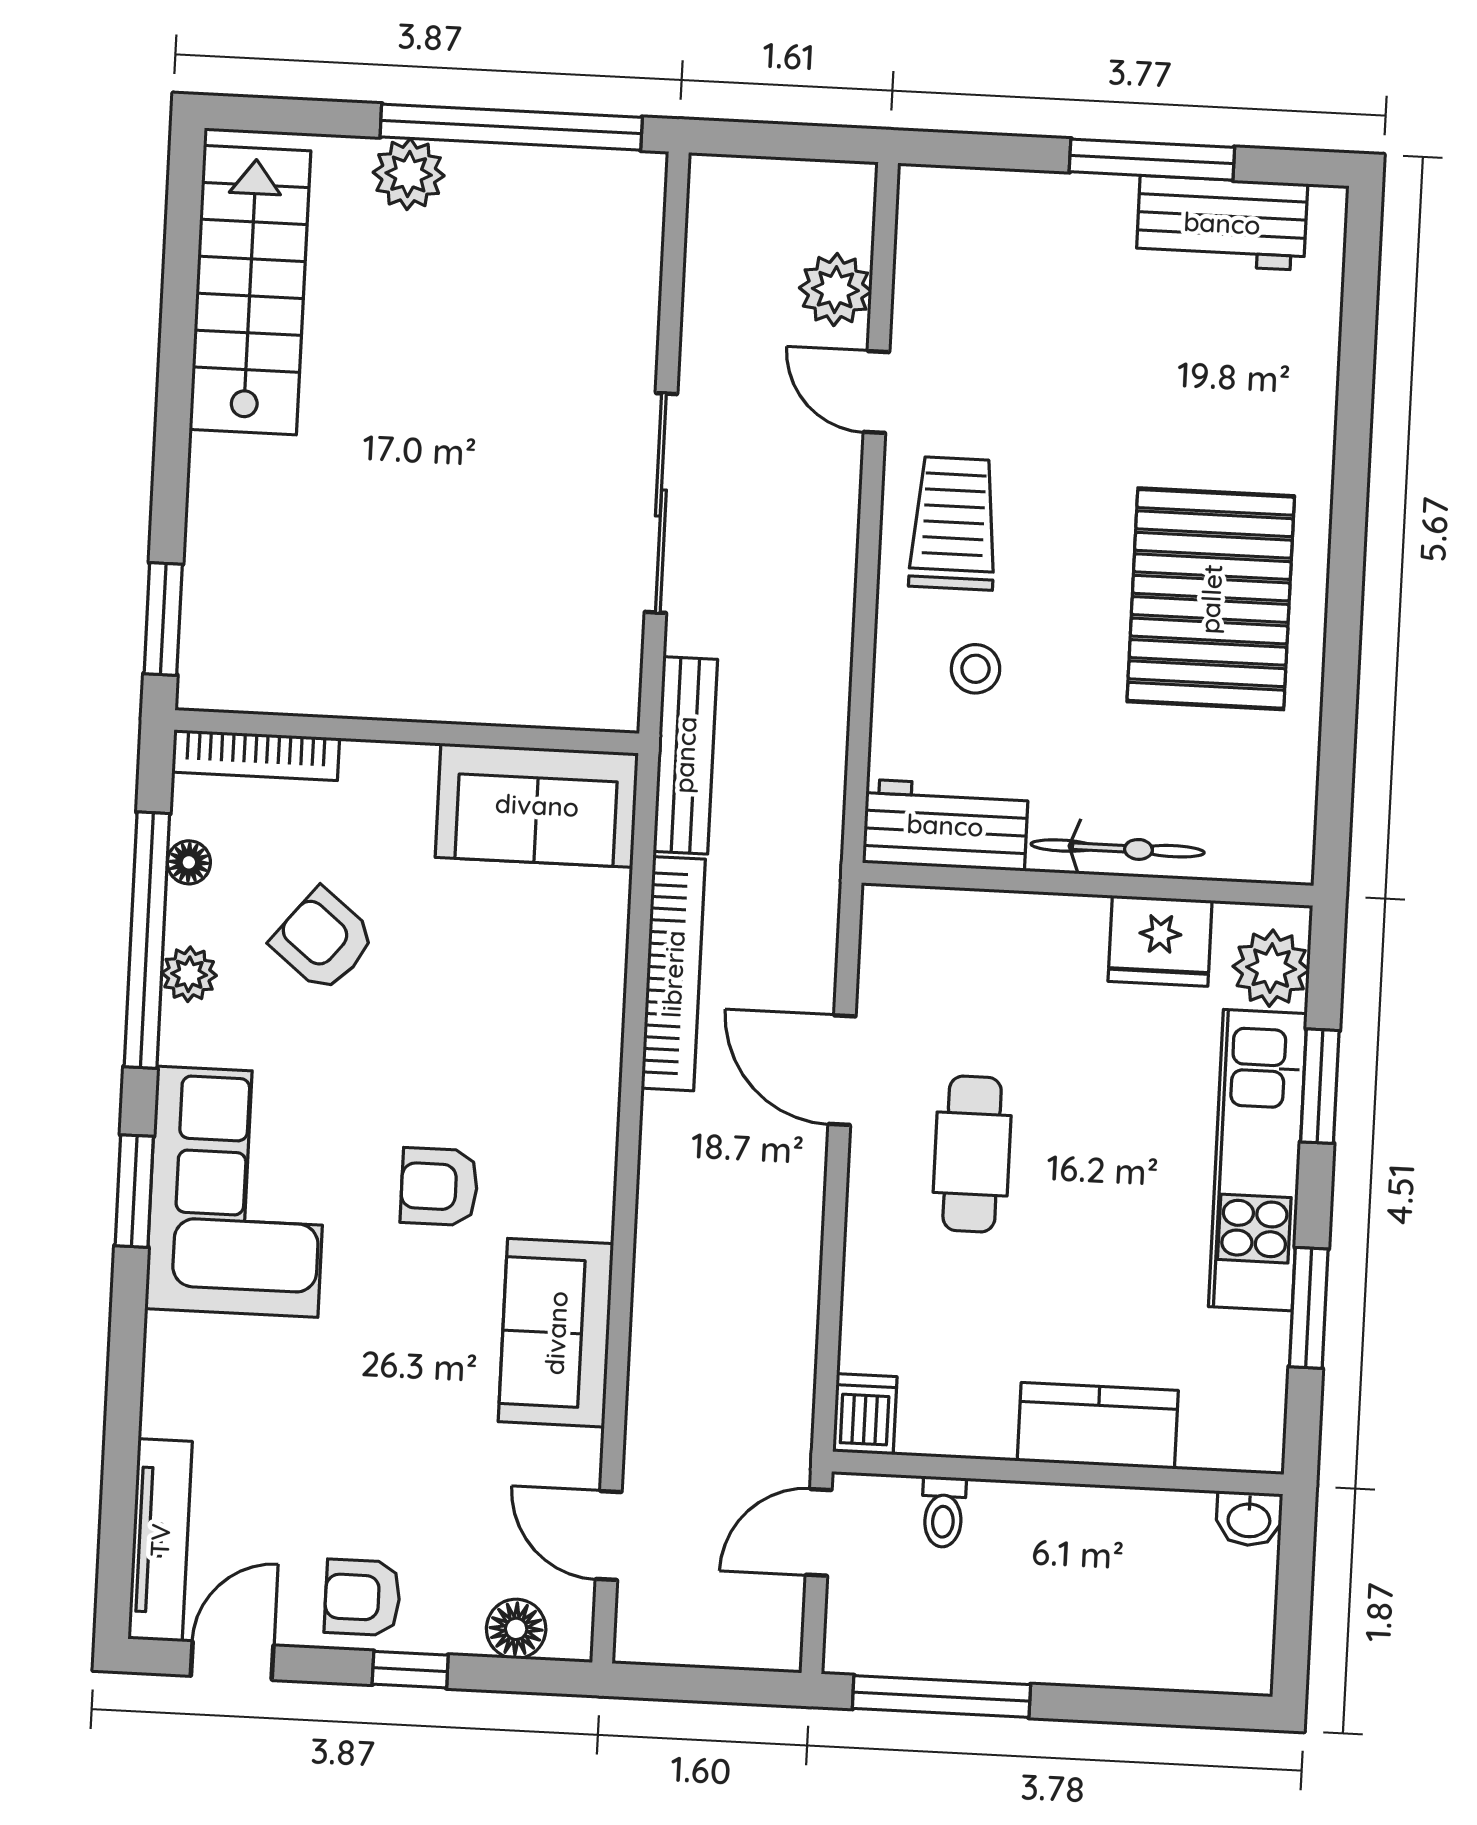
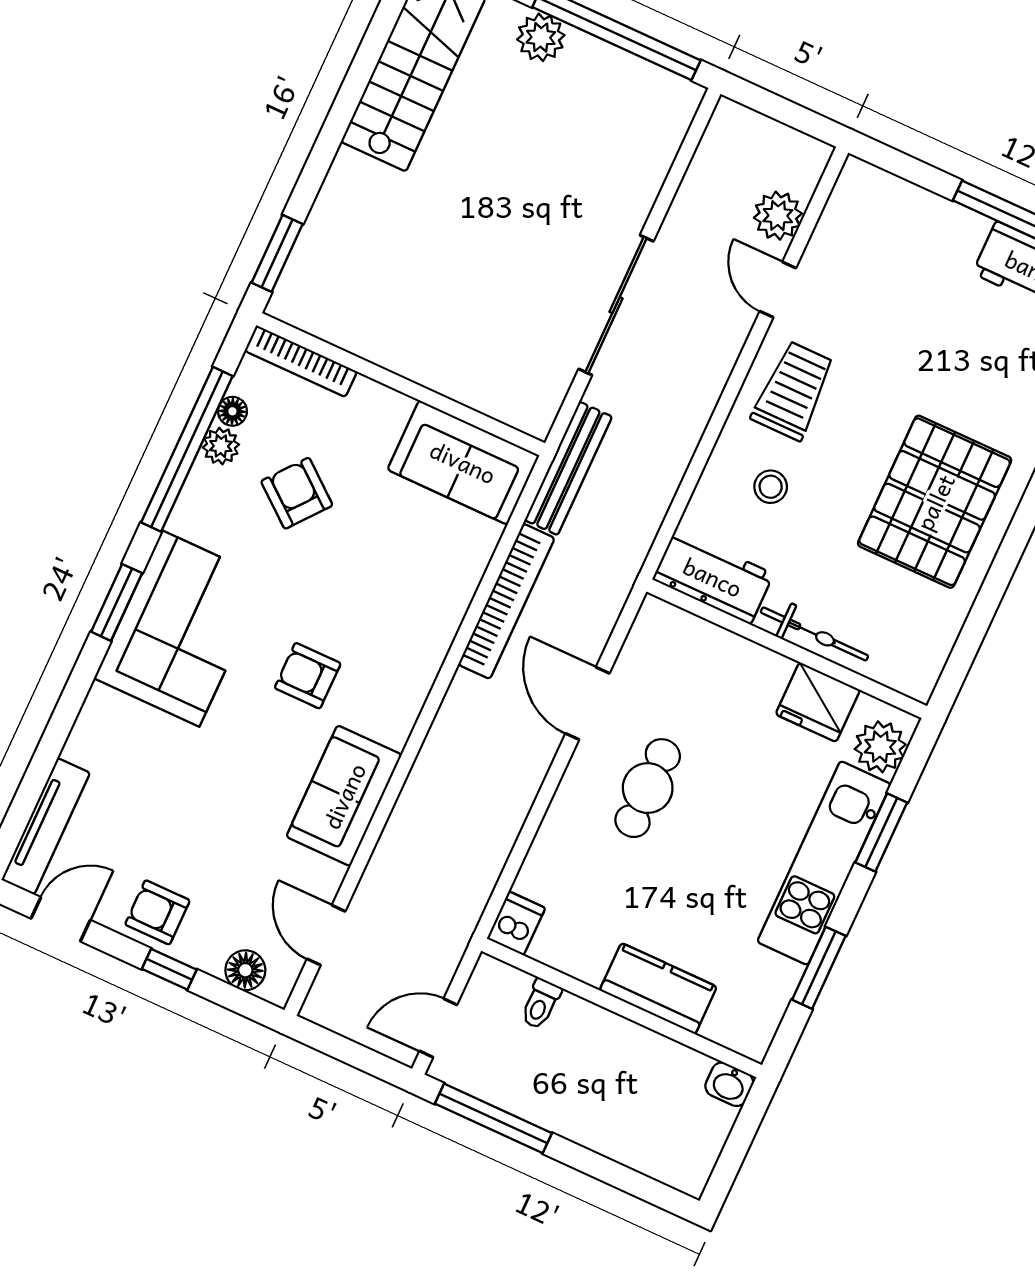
plant: (189, 974) -> (221, 446), moved
door: (819, 1532) -> (438, 1028), moved

